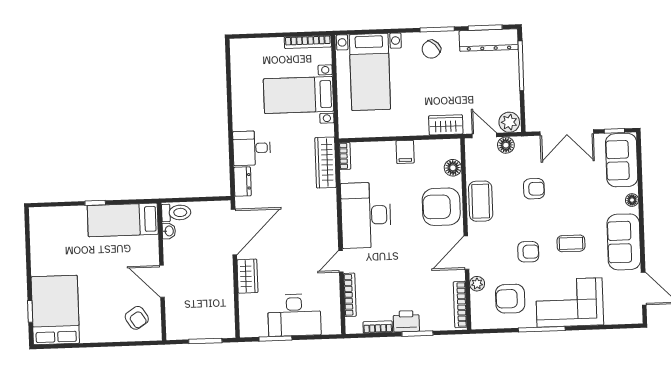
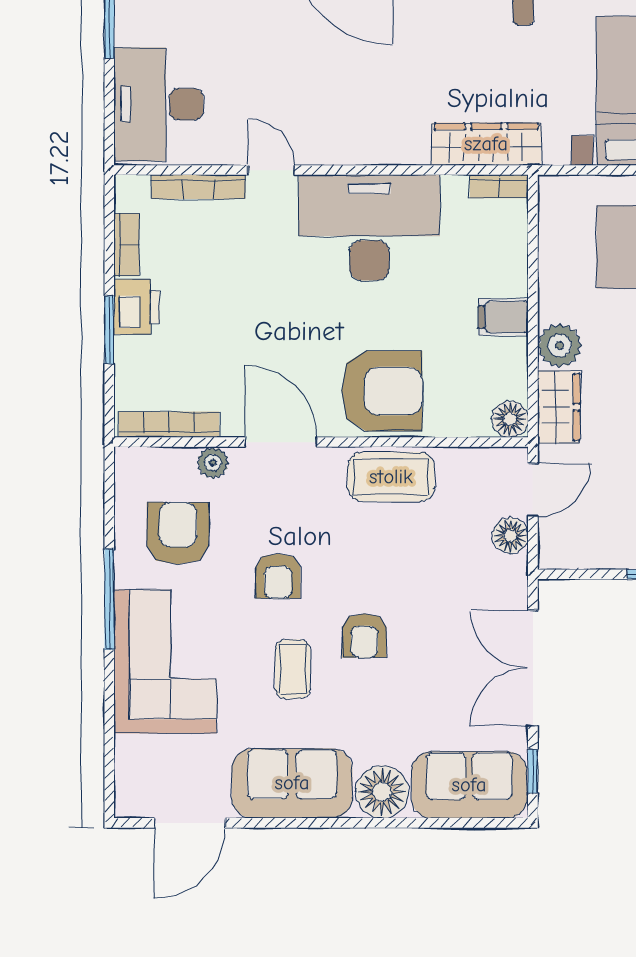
plant: (509, 122) -> (560, 345), moved
floor lamp: (453, 168) -> (510, 419), moved
armchair: (534, 189) -> (364, 636), moved
floor lamp: (632, 200) -> (382, 792), width x1.89, depth x1.89
armchair: (441, 207) -> (382, 391), turned 90
desk: (294, 315) -> (159, 104), moved

